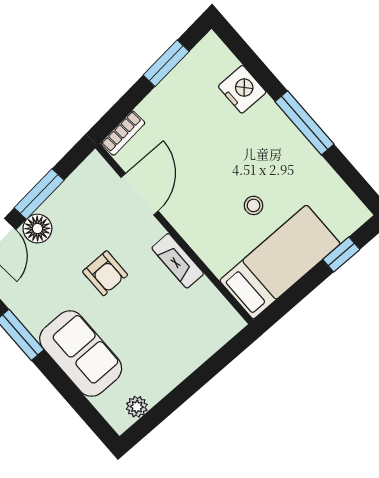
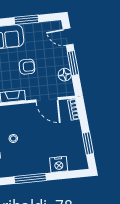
floor lamp: (37, 229) -> (65, 75), moved
armchair: (105, 273) -> (27, 67), turned 180

